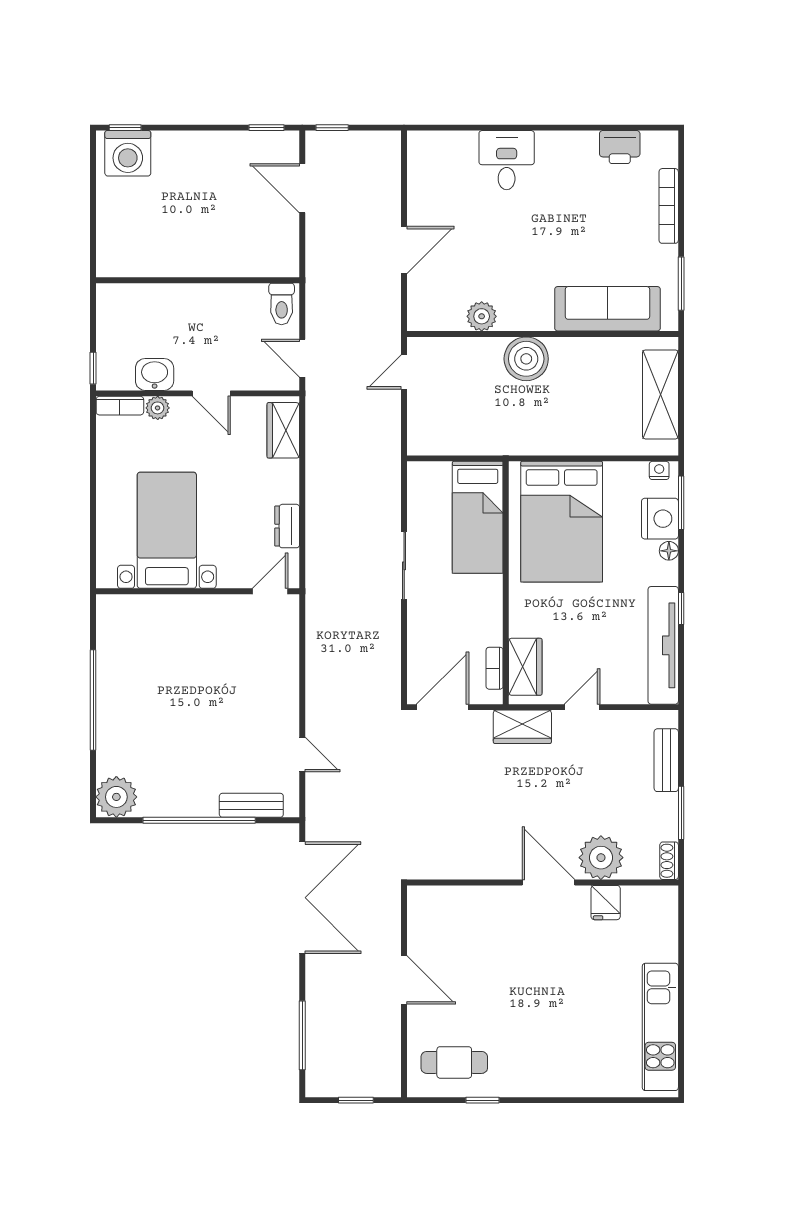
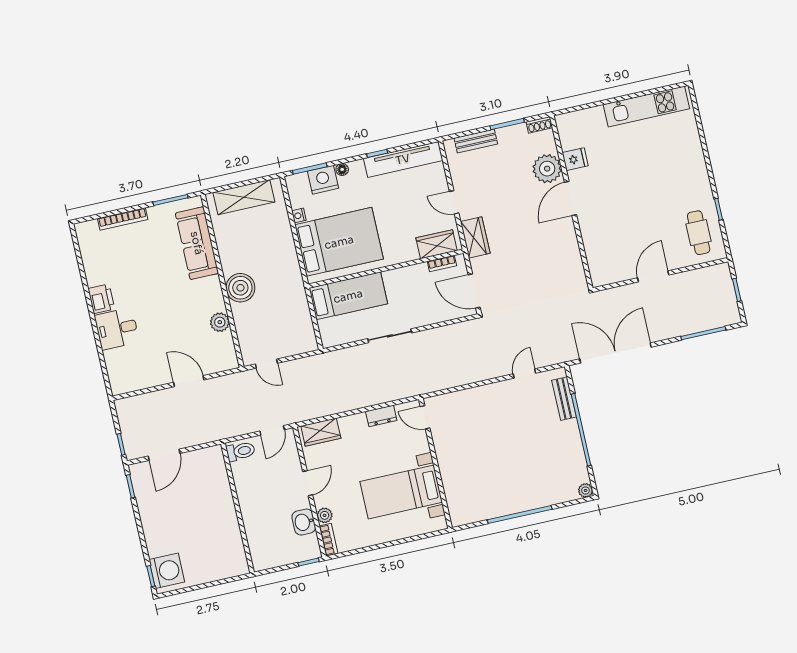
printer: (620, 147) -> (101, 299), moved
nightstand: (659, 470) -> (299, 216), moved
plant: (116, 797) -> (586, 490), width x0.53, depth x0.53

